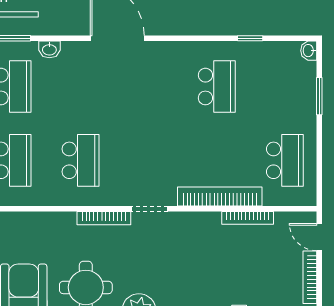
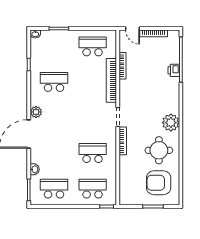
plant: (159, 52) -> (36, 112), added
door: (319, 237) -> (133, 28), hinge flipped

